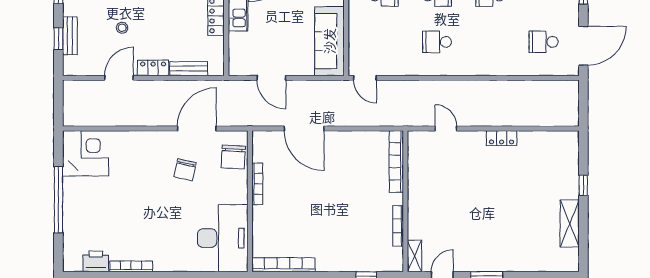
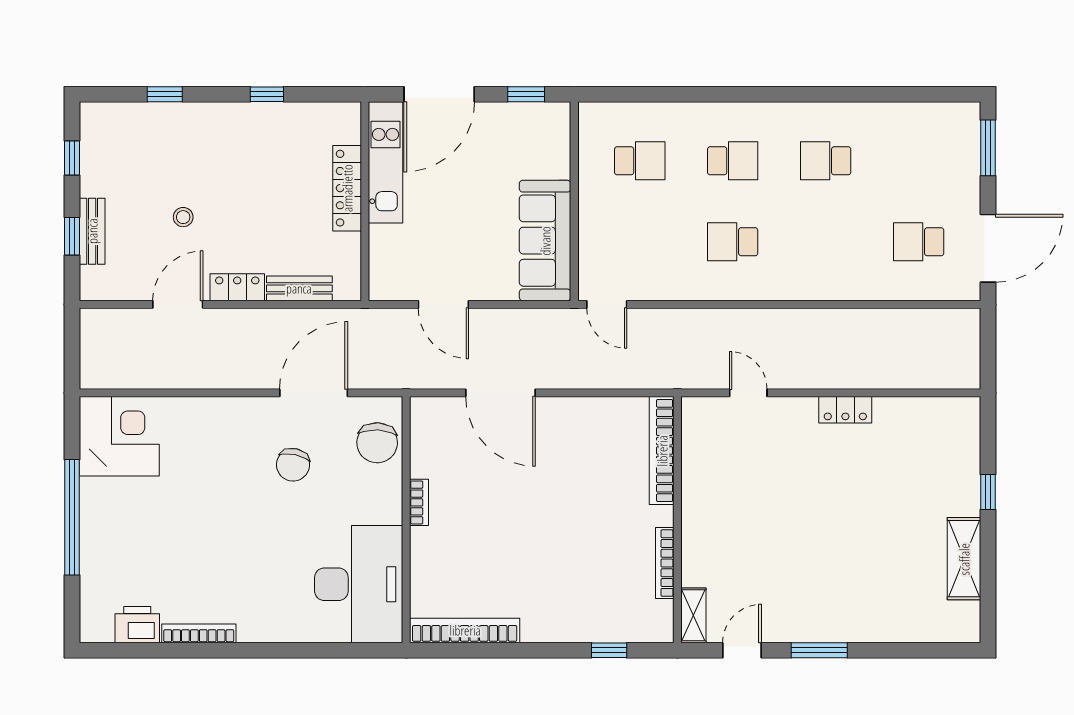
bookcase: (257, 184) -> (419, 502), width x0.64

